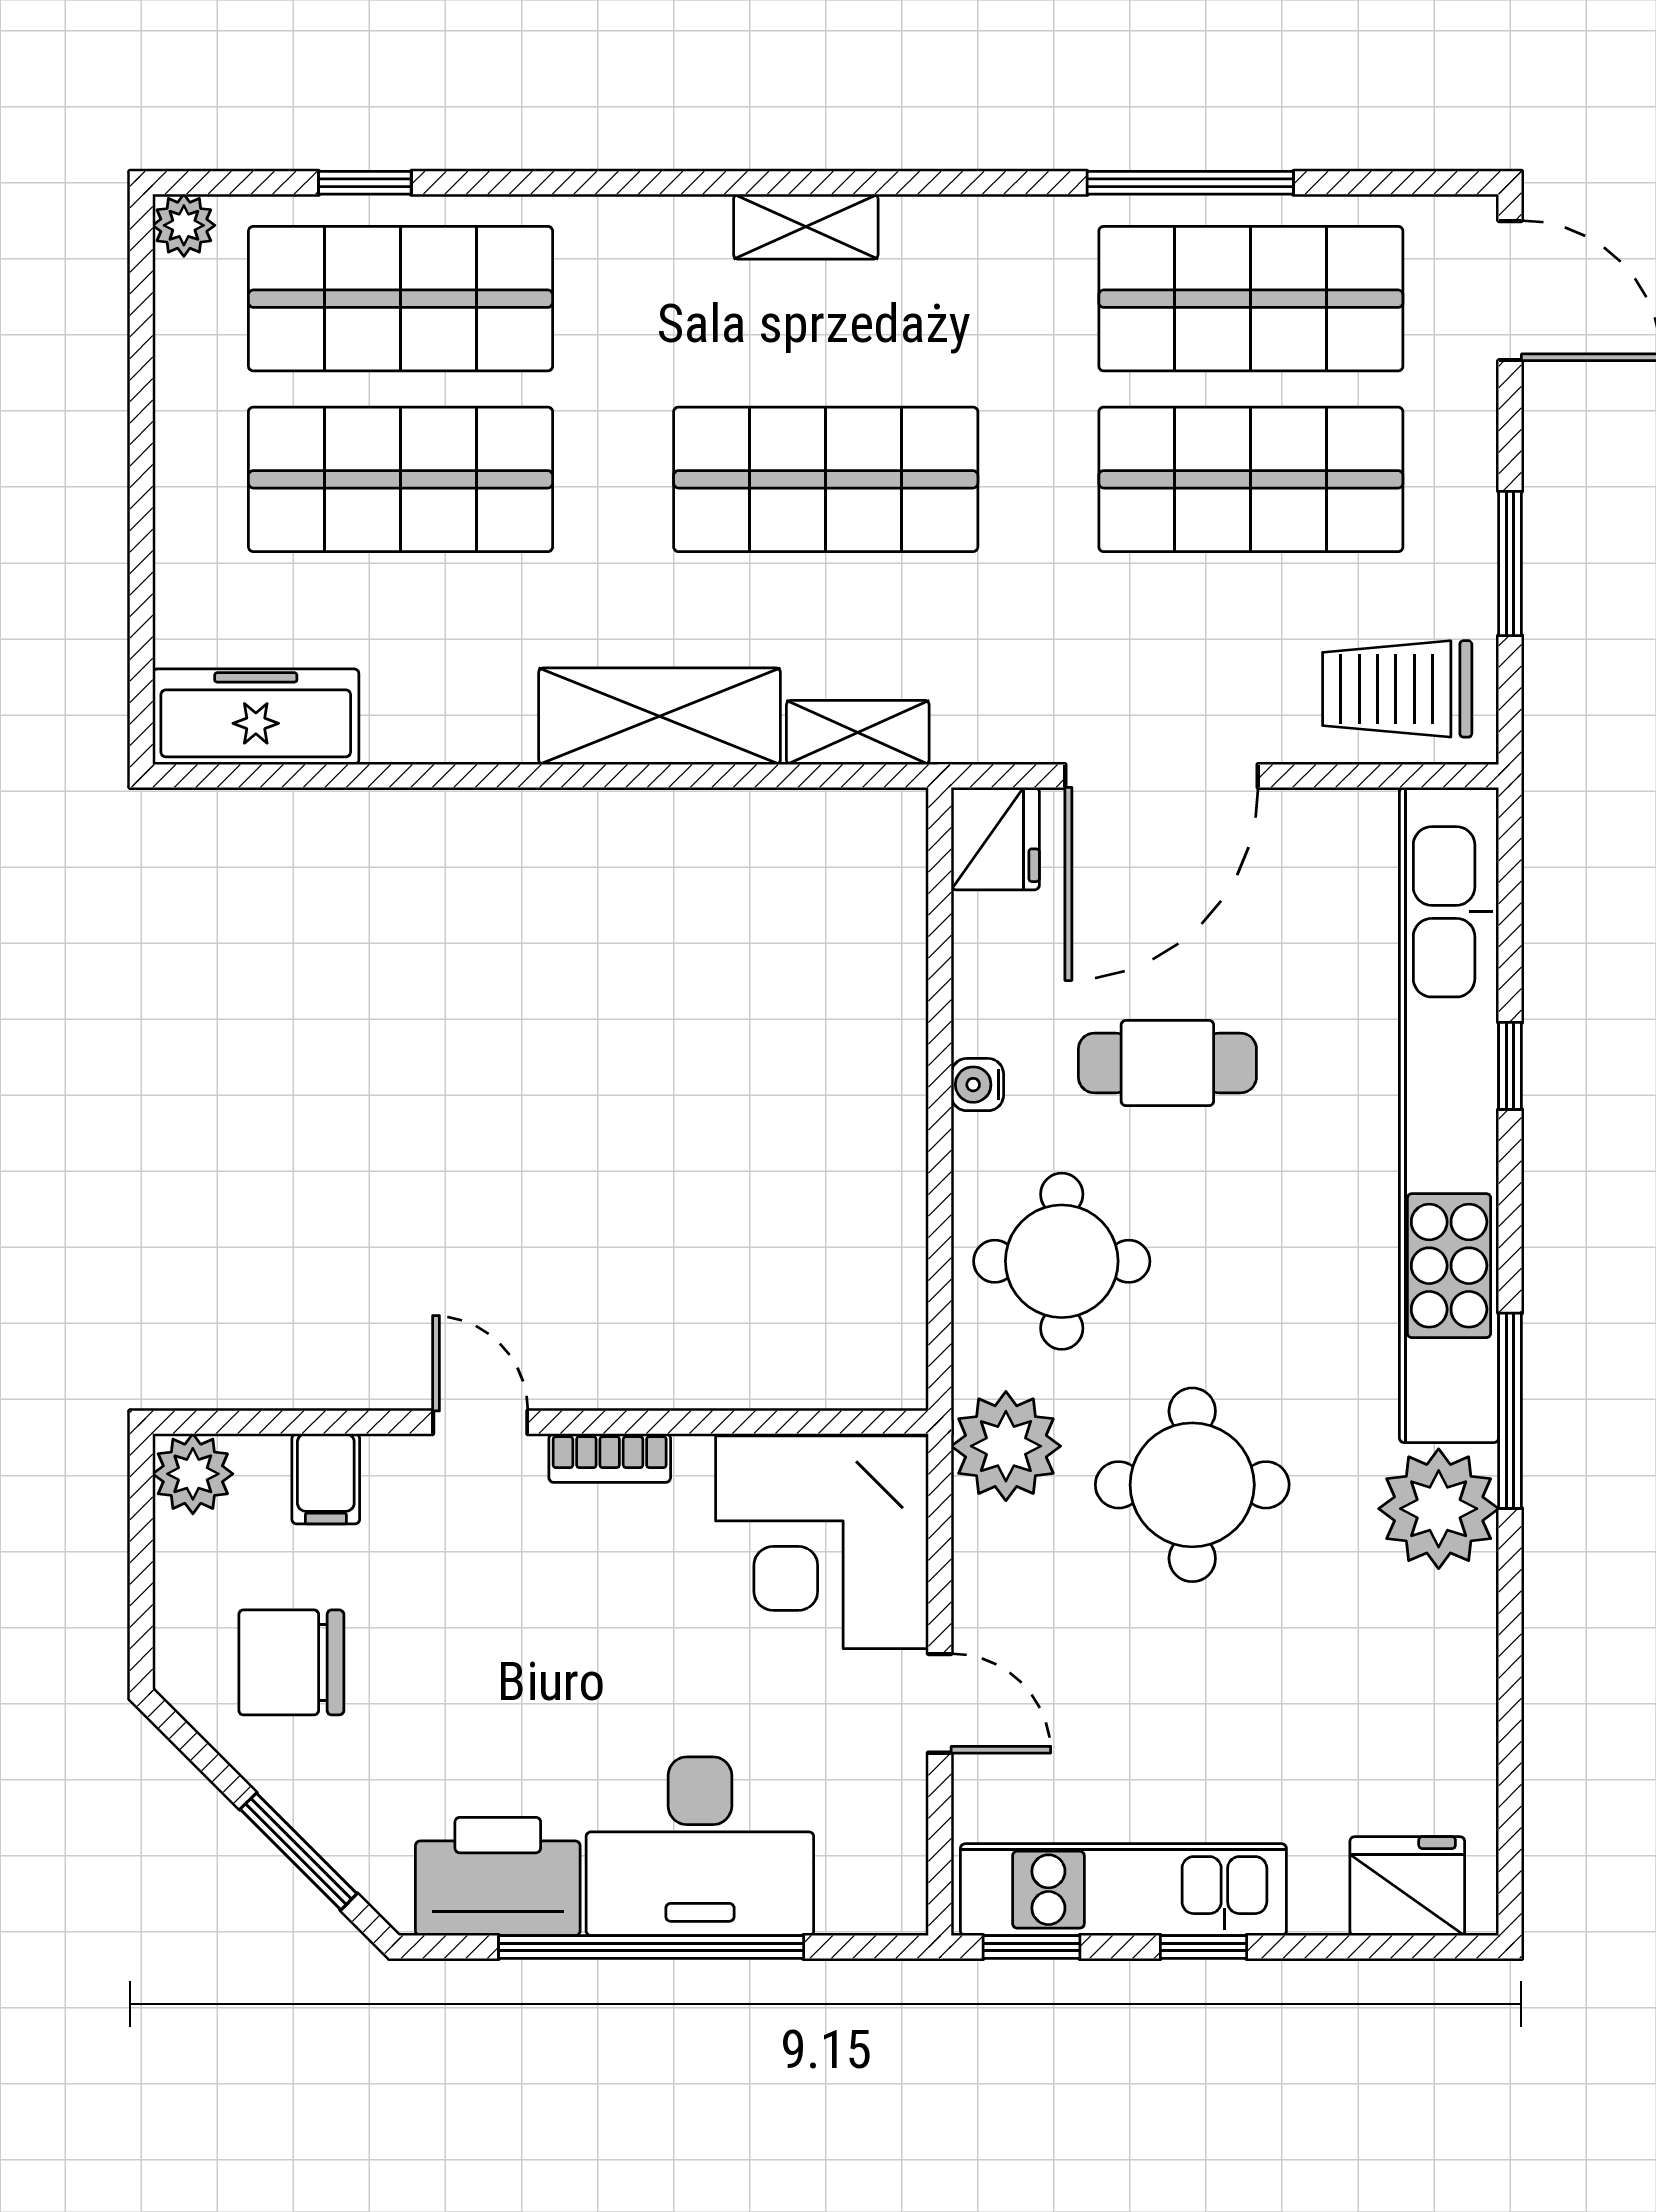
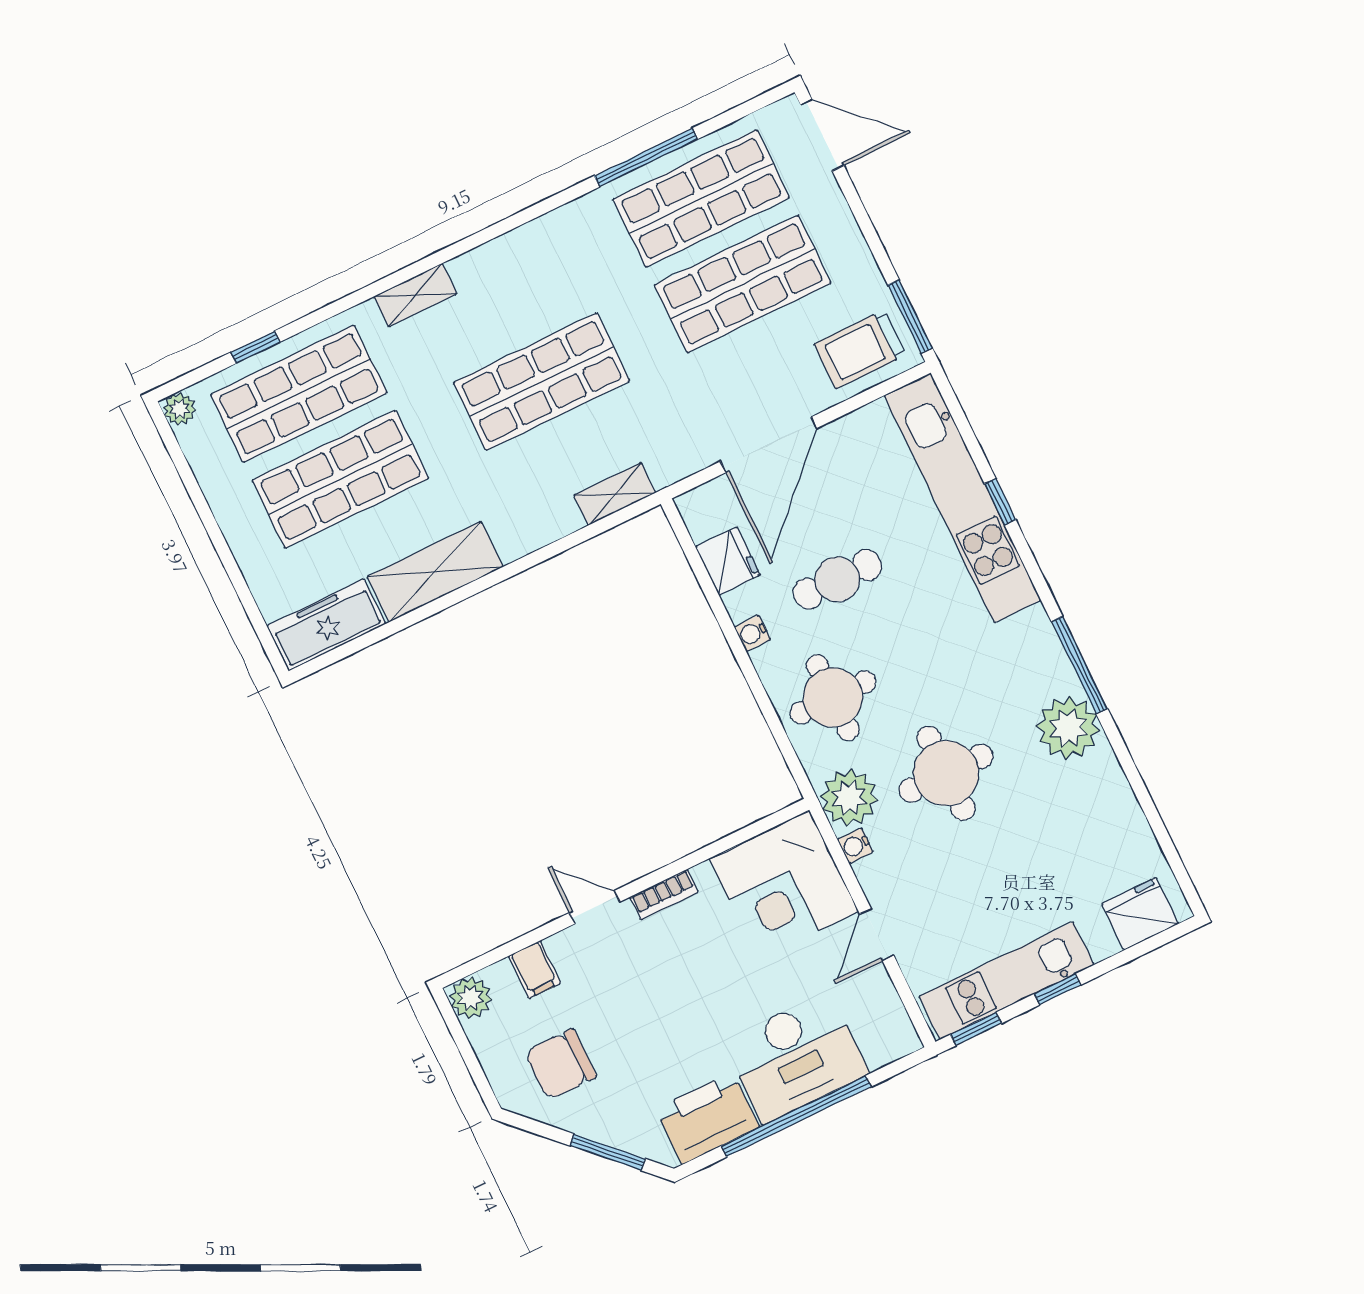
shelving: (806, 227) -> (415, 295), moved
window: (1510, 563) -> (910, 316), moved
shelving: (660, 716) -> (435, 572), moved
fridge: (995, 839) -> (728, 561), moved
kitchen unit: (1449, 1115) -> (962, 498), width x0.73
water cooler: (977, 1533) -> (855, 846), added
door: (940, 1703) -> (877, 935), swing flipped

